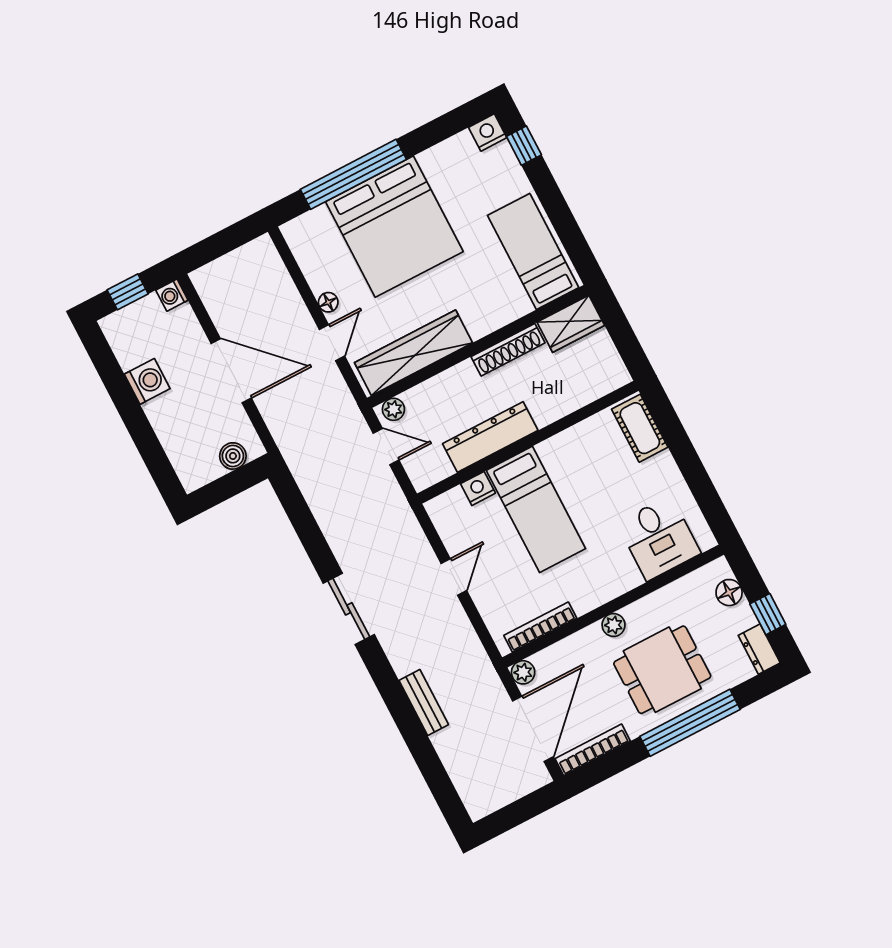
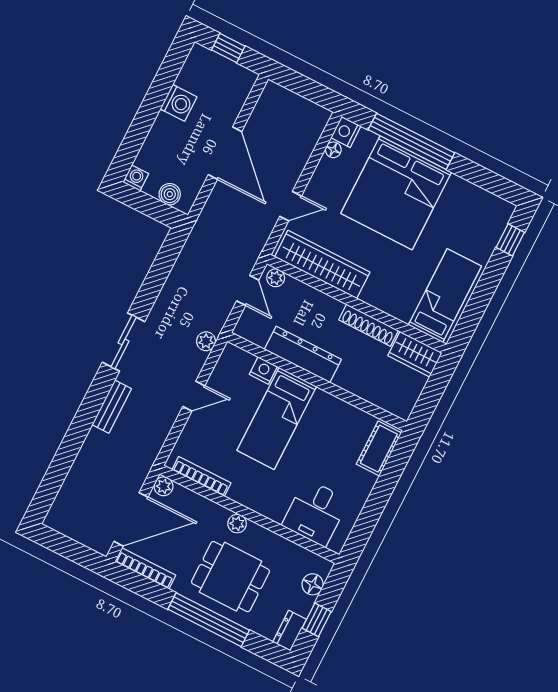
nightstand: (488, 132) -> (346, 132), moved, turned -90
washing machine: (172, 295) -> (136, 178), moved, turned 90
floor lamp: (328, 302) -> (333, 150), moved
plant: (407, 525) -> (206, 341), added
bench: (424, 703) -> (112, 407), moved

